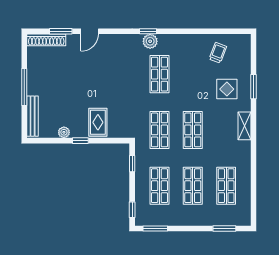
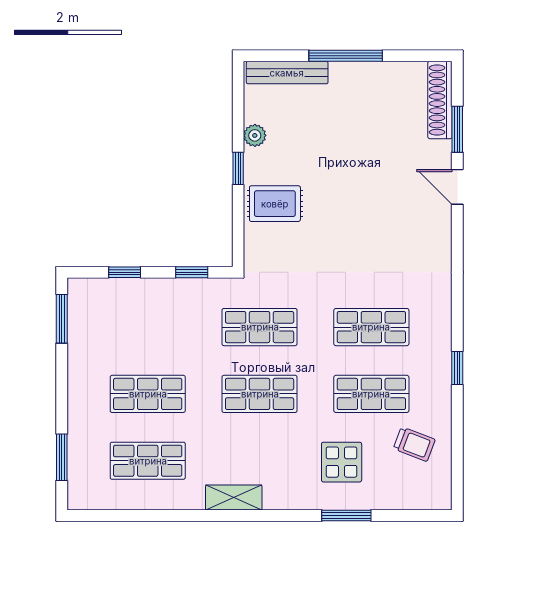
window: (148, 31) -> (457, 368), moved
plant: (150, 41) -> (437, 308), removed
shelving: (244, 126) -> (234, 497), moved
shop shelf: (159, 186) -> (371, 394), moved
window: (132, 210) -> (125, 272), moved

